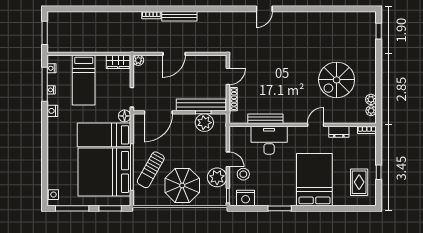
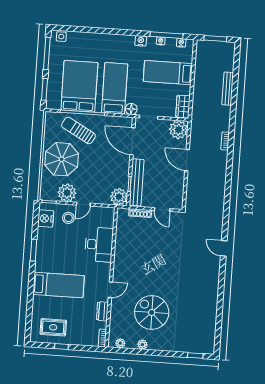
bench: (179, 16) -> (228, 89), moved
plant: (138, 60) -> (179, 130), width x1.87, depth x1.87
plant: (371, 99) -> (142, 345), moved
bench: (265, 119) -> (120, 242), removed
plant: (204, 123) -> (119, 197), moved
door: (316, 125) -> (110, 290), hinge flipped
bed: (104, 172) -> (79, 86), width x0.73
bed: (314, 180) -> (59, 285), width x0.67

